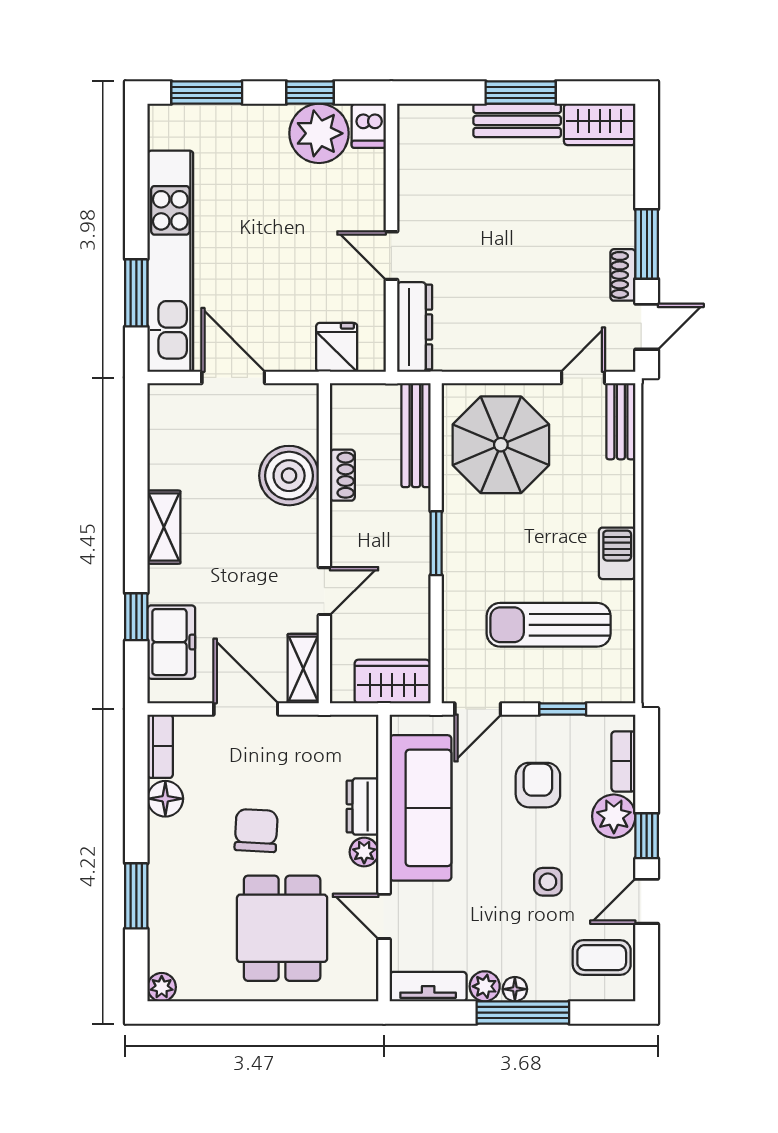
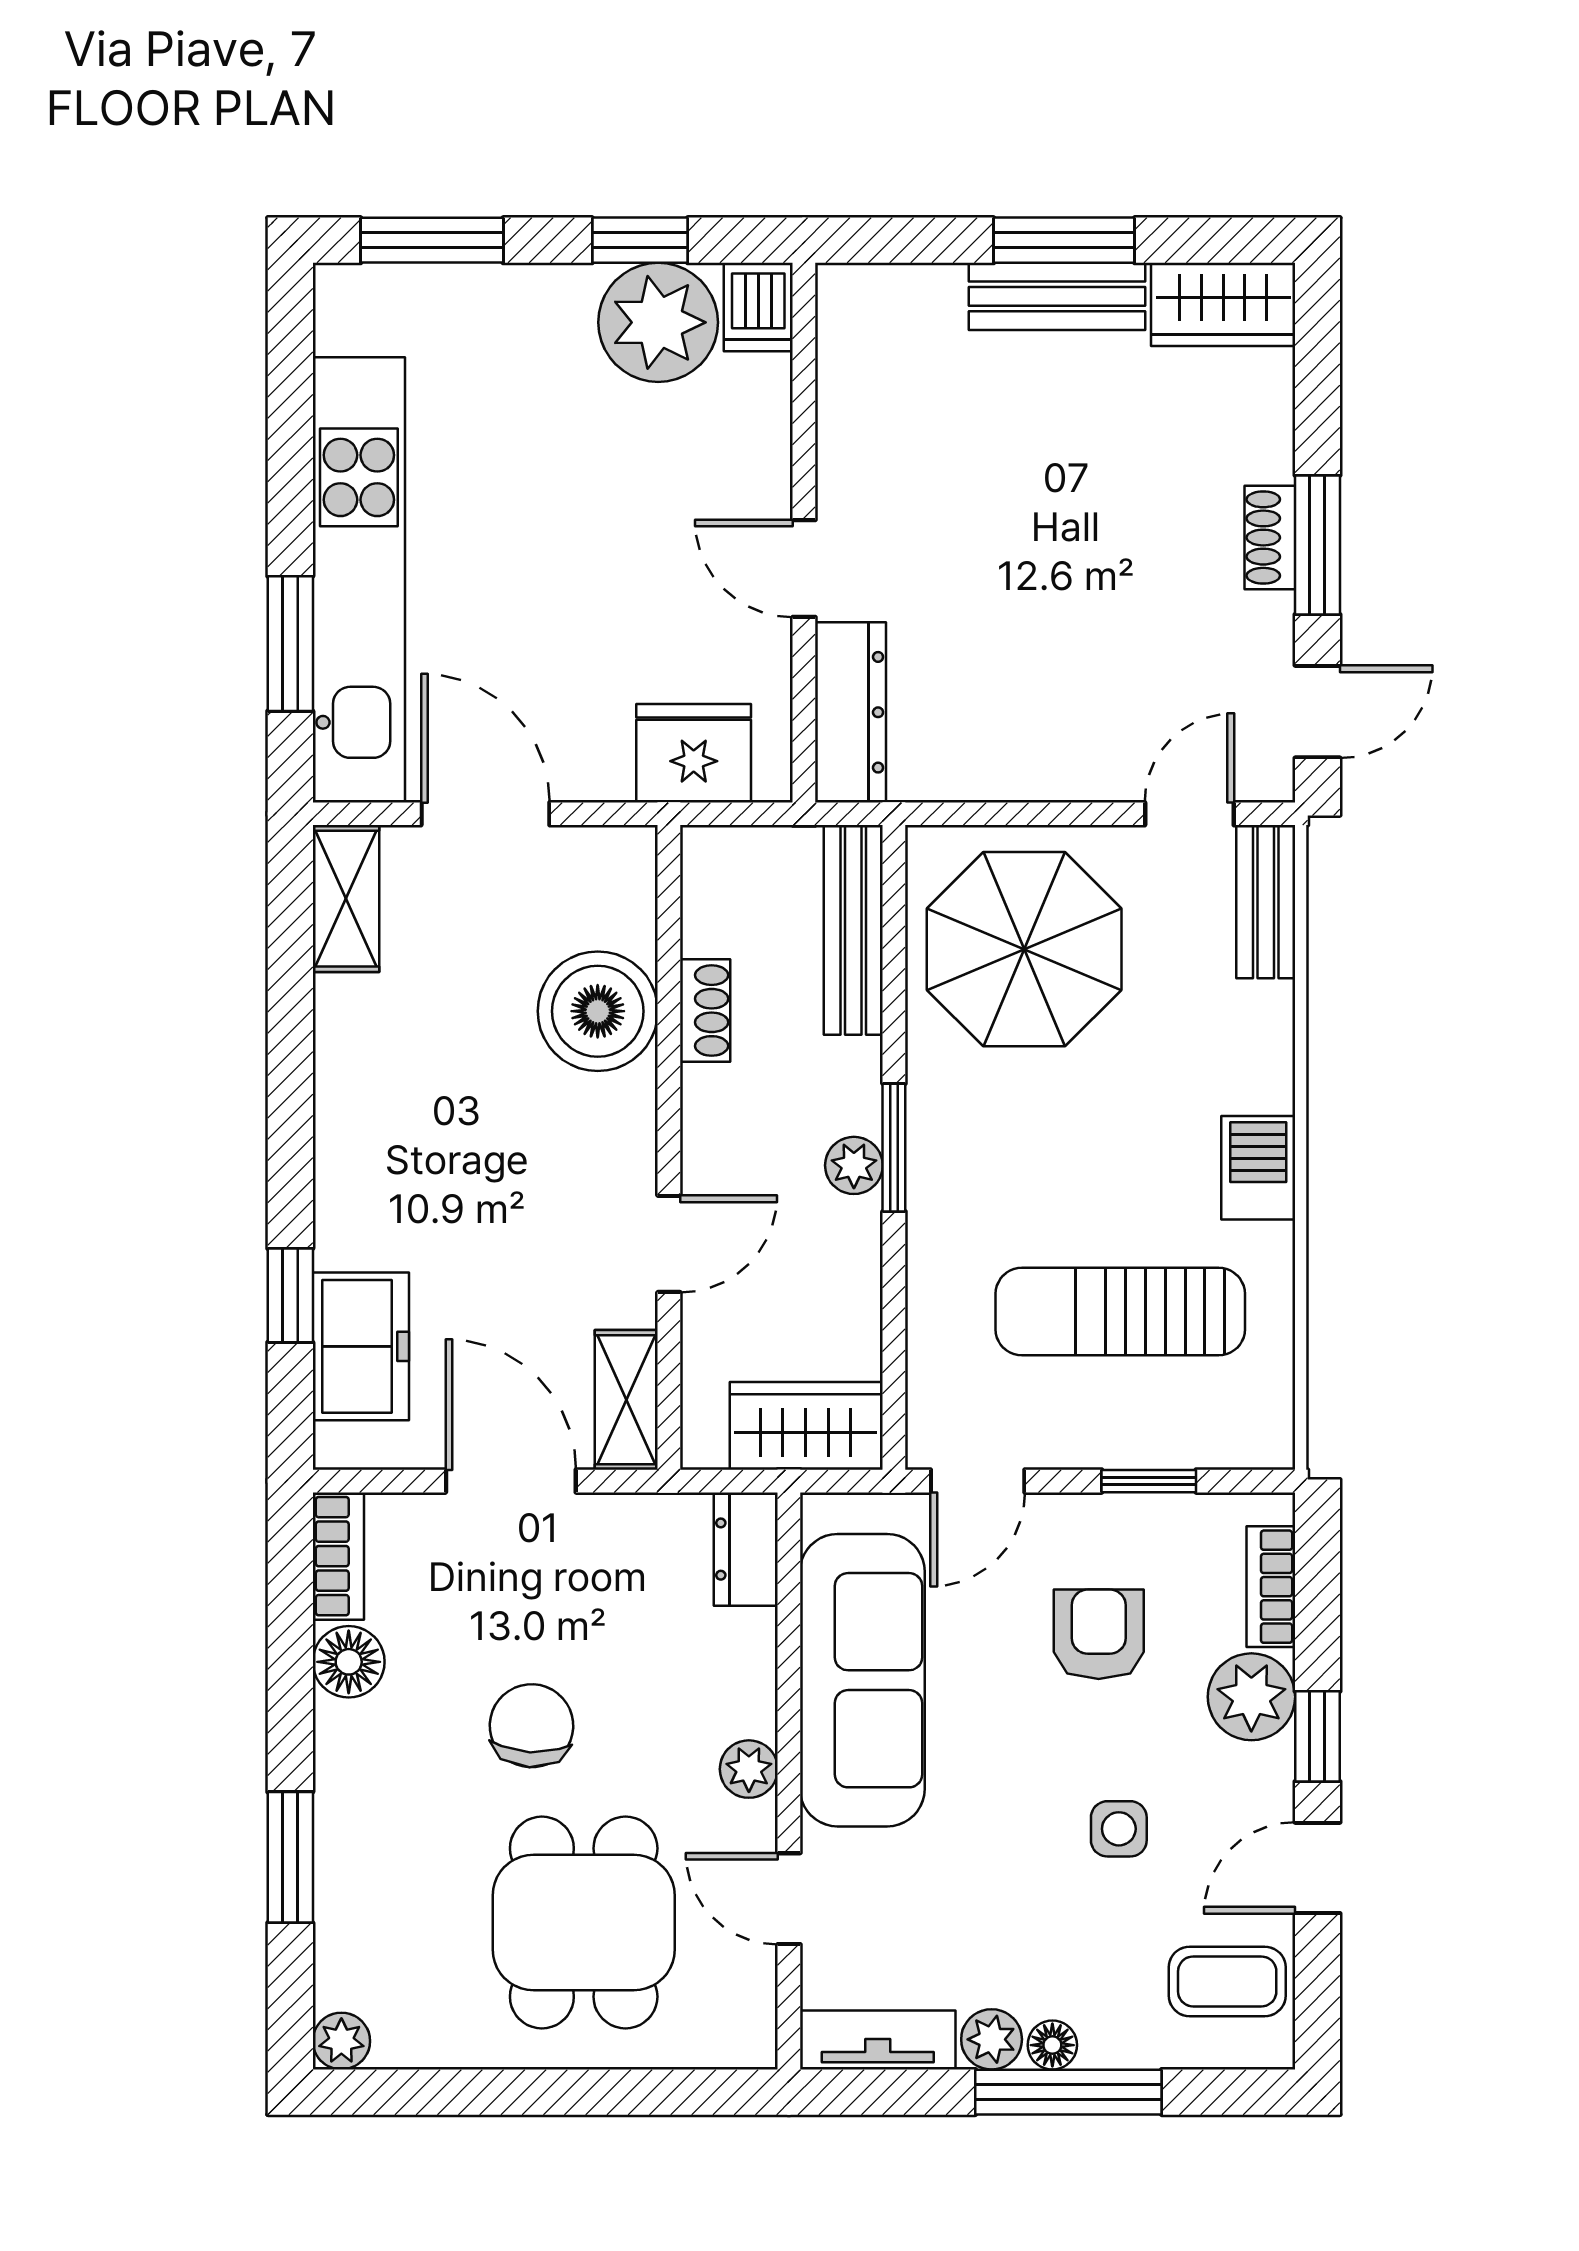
shoe rack: (623, 275) -> (1270, 538), moved
fridge: (337, 347) -> (694, 753), width x1.38
shelving: (164, 527) -> (346, 899), moved
plant: (416, 552) -> (854, 1165), added
dresser: (363, 807) -> (746, 1549), moved

